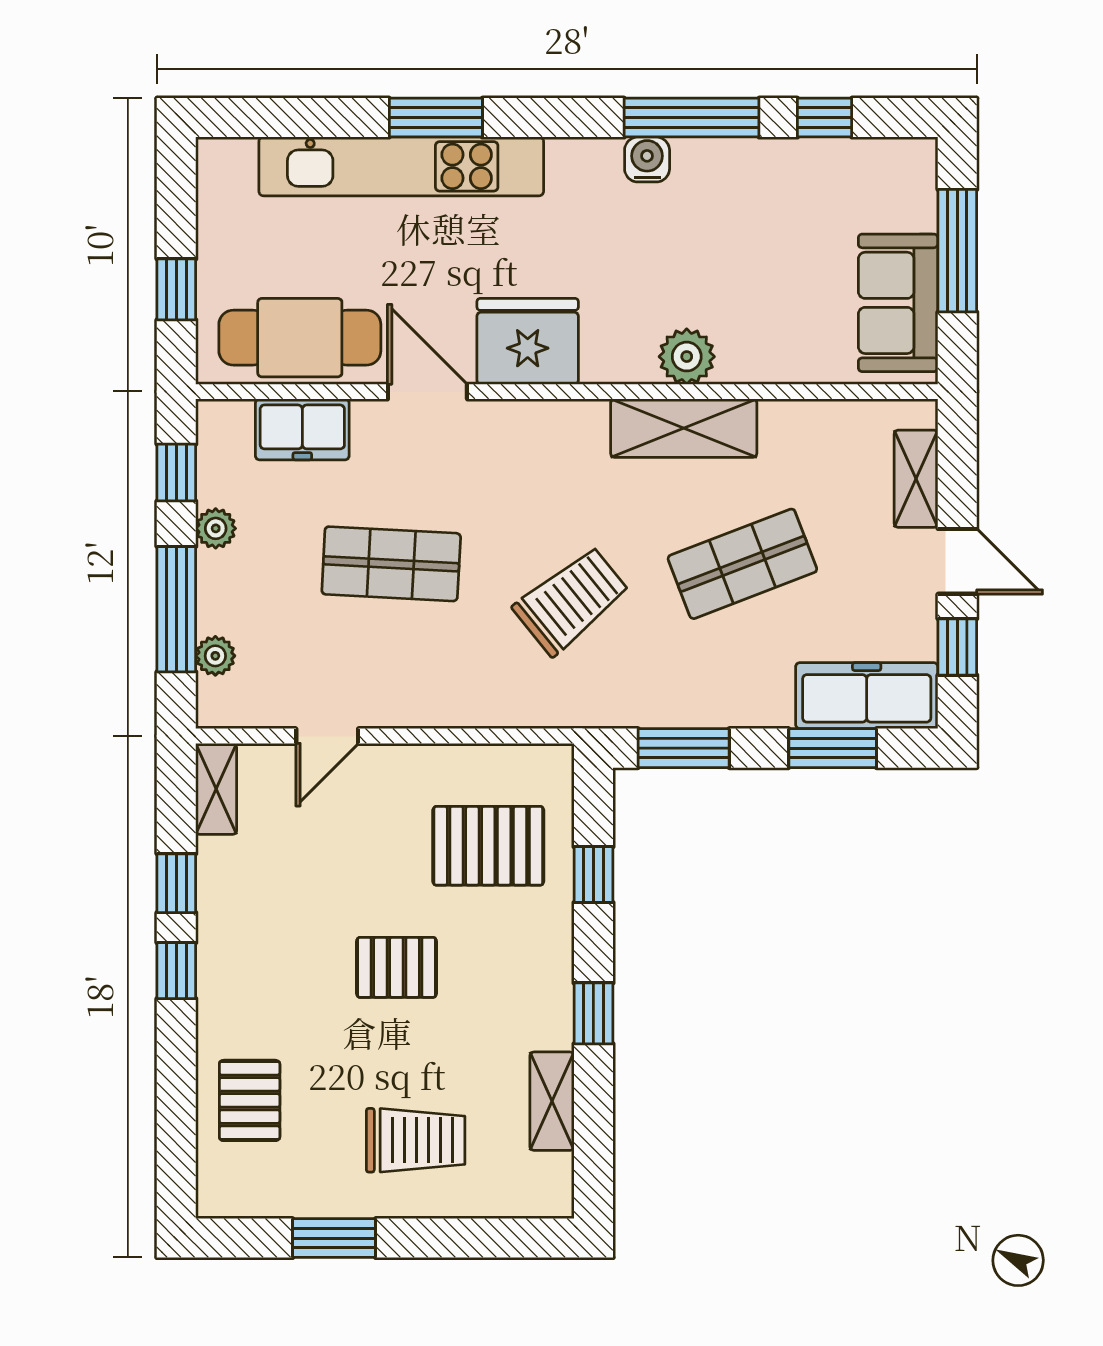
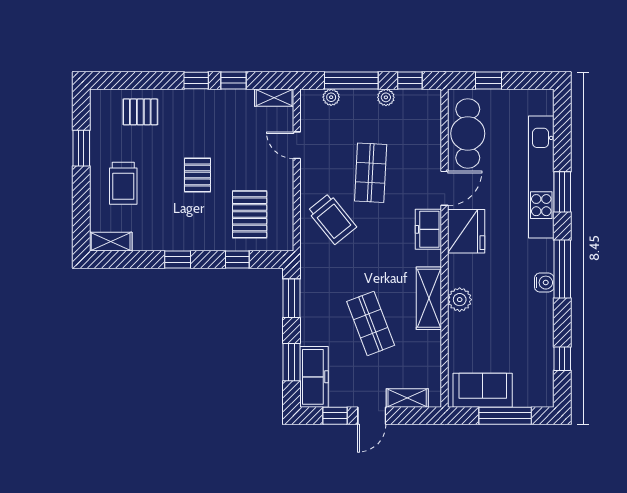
window: (692, 118) -> (562, 269), moved
freezer: (302, 429) -> (428, 229), moved
trolley: (571, 601) -> (332, 219), moved
shelving: (552, 1101) -> (111, 242), moved

